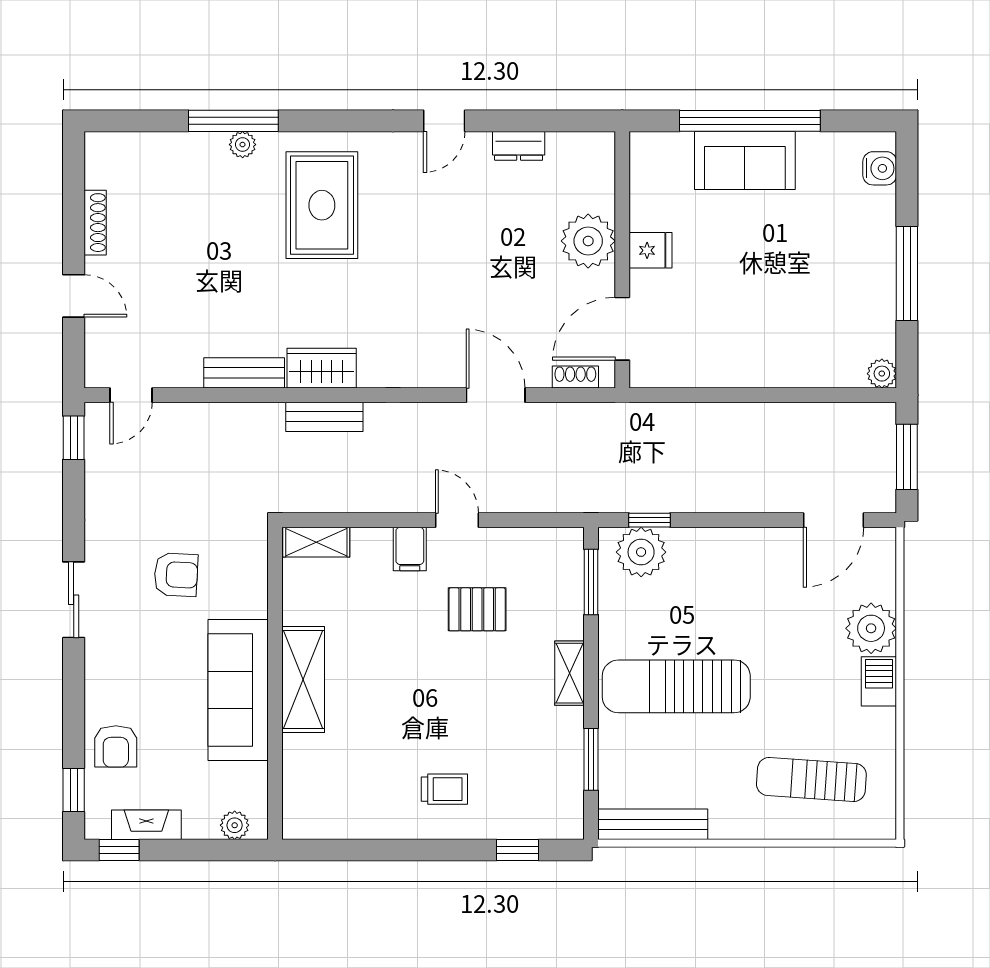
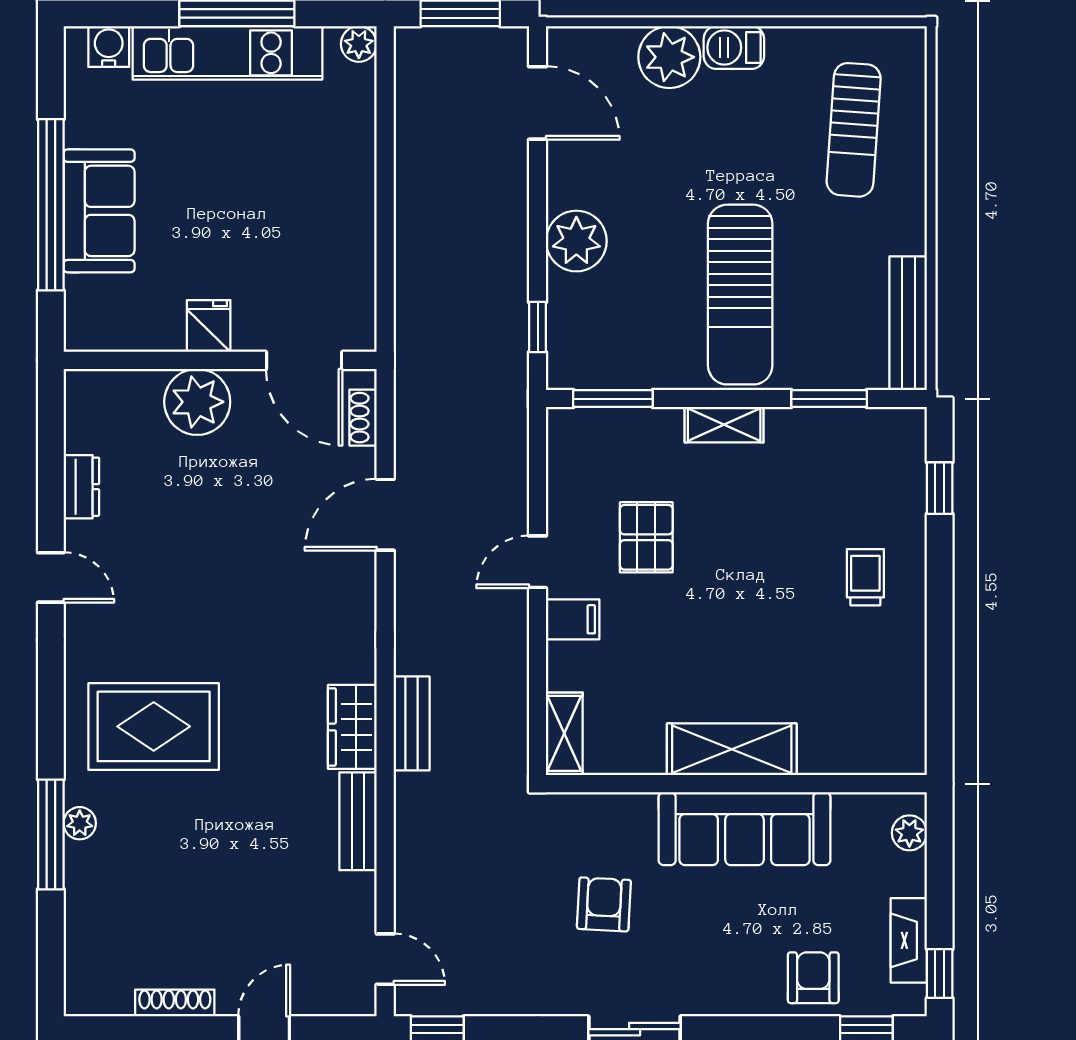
kitchen unit: (875, 266) -> (227, 53), added
plant: (641, 552) -> (576, 241), moved
armchair: (116, 746) -> (813, 978), turned -90

